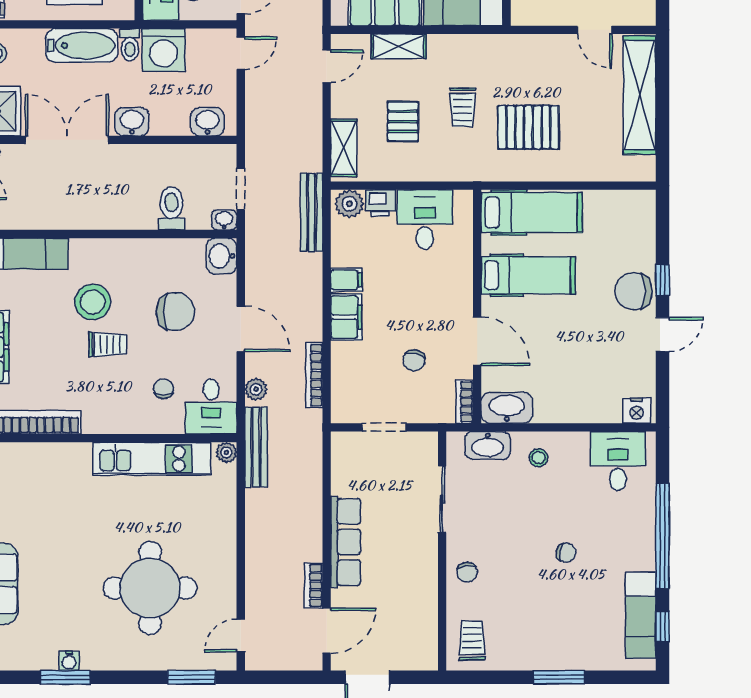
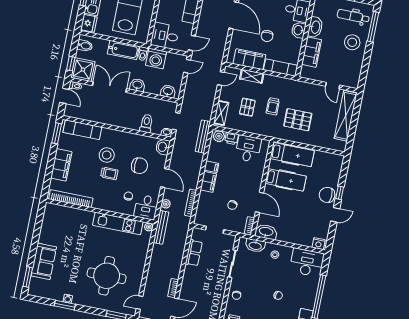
desk: (618, 461) -> (307, 263), width x1.37
row of seats: (346, 542) -> (194, 253), moved, width x0.68

